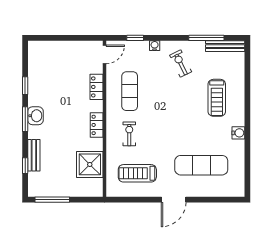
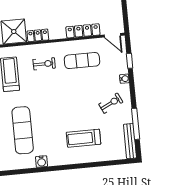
locker: (96, 87) -> (83, 31), width x1.53
locker: (97, 125) -> (38, 35), moved
water cooler: (238, 133) -> (41, 162), moved

